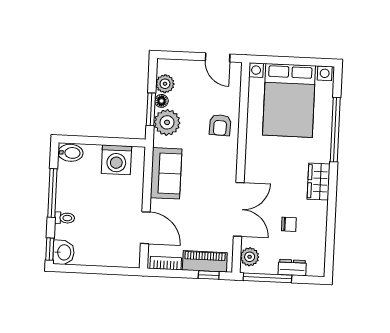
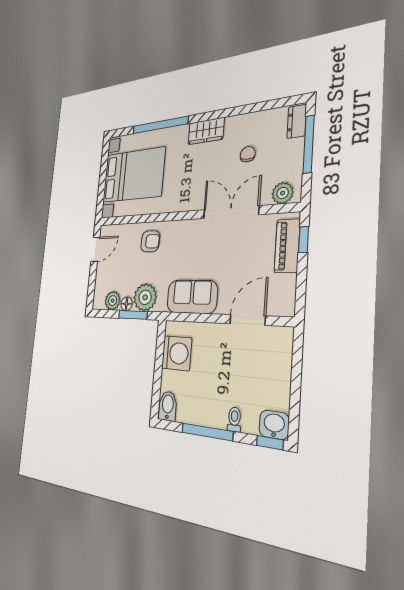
bookcase: (166, 263) -> (289, 294), removed
dresser: (292, 268) -> (297, 121), moved
window: (267, 278) -> (309, 144), moved

